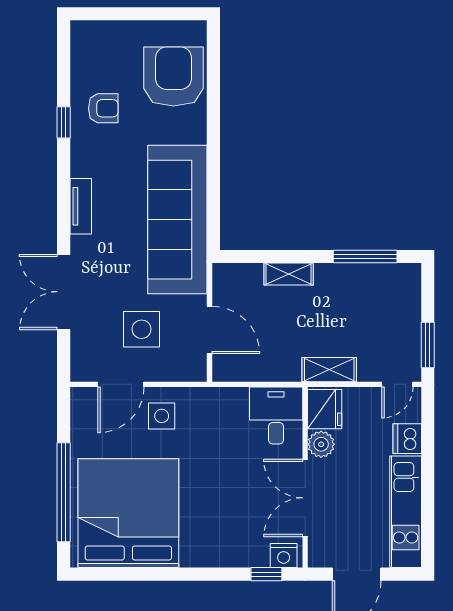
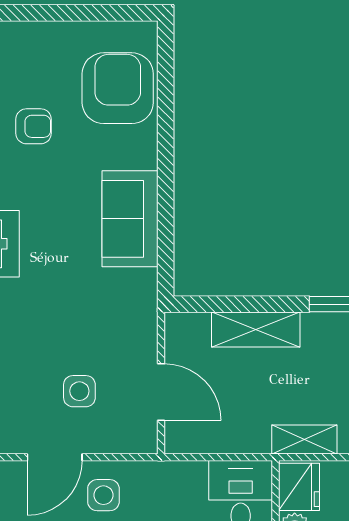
sofa: (177, 220) -> (130, 219), width x0.54, depth x0.79
shelving: (289, 274) -> (256, 329), width x1.50, depth x1.33
side table: (142, 329) -> (79, 391), width x0.73, depth x0.73

